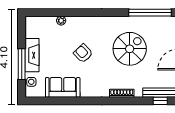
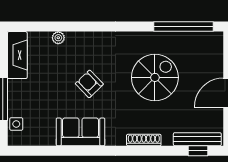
fireplace: (32, 55) -> (17, 55), moved
sofa: (63, 87) -> (81, 132), moved

